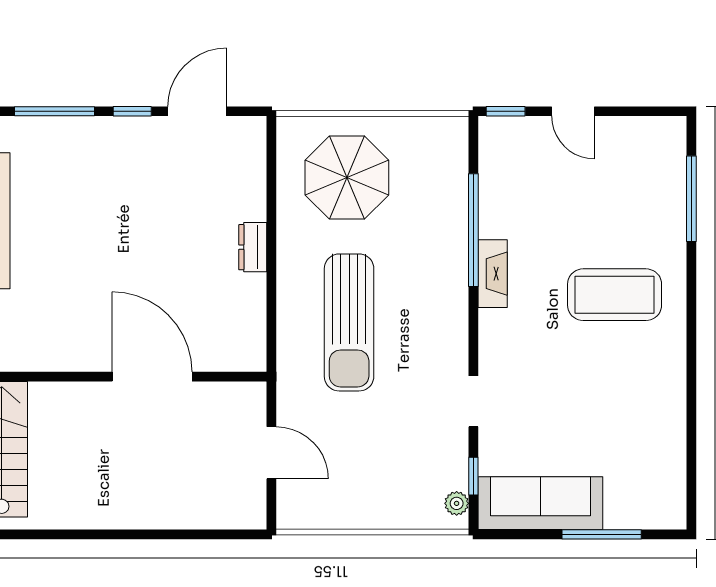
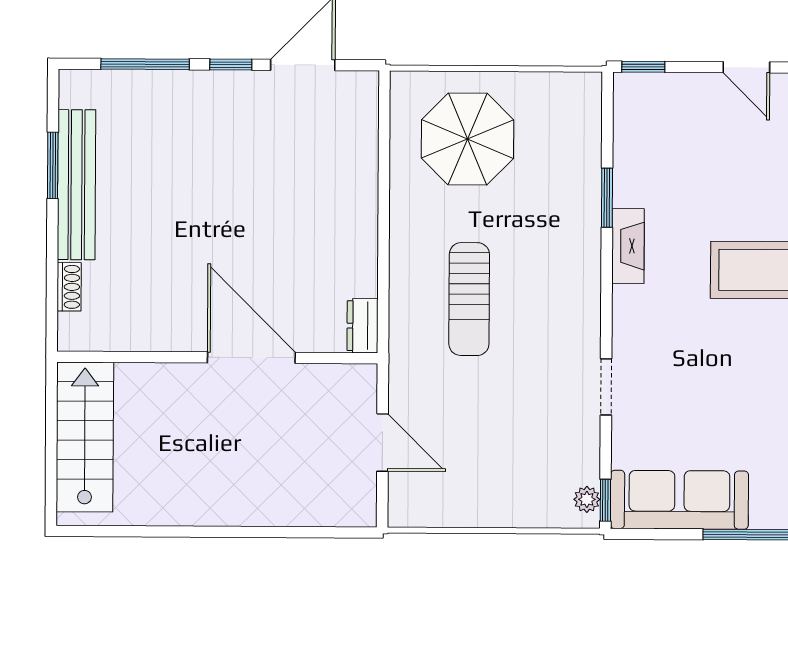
door: (573, 111) -> (746, 67), moved
window: (473, 230) -> (607, 198), width x0.47
dresser: (253, 247) -> (363, 326), moved
sun lounger: (349, 322) -> (469, 299), width x0.73, depth x0.75
window: (473, 476) -> (605, 500), moved

